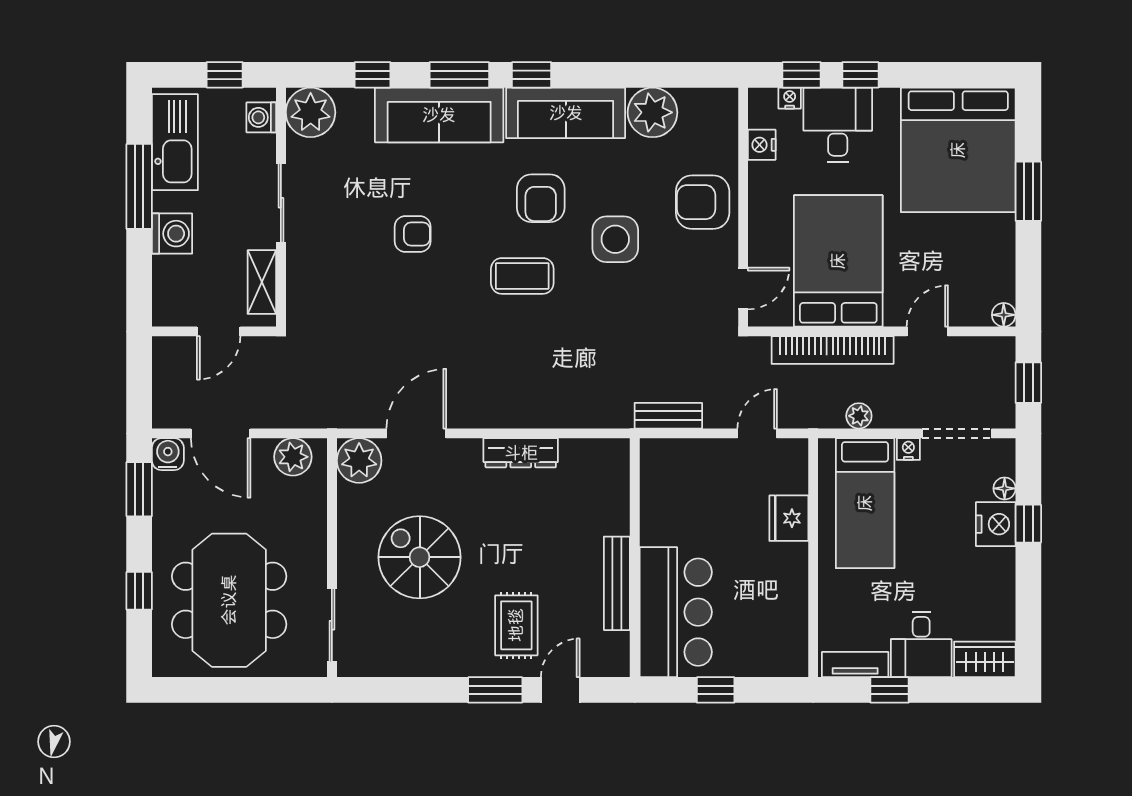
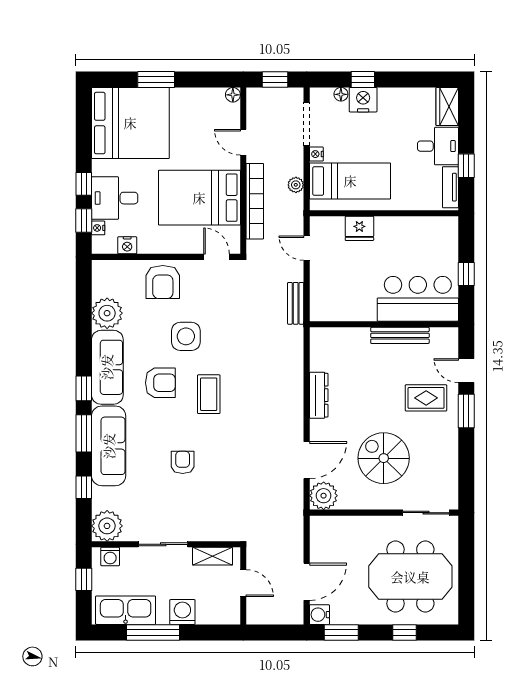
door: (416, 433) -> (307, 460), swing flipped
plant: (293, 457) -> (321, 537), removed
spiral stairs: (420, 557) -> (384, 458), turned 90

